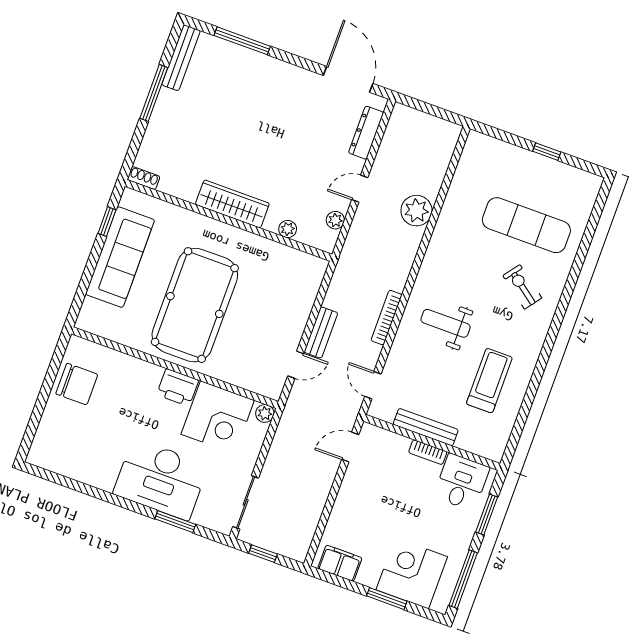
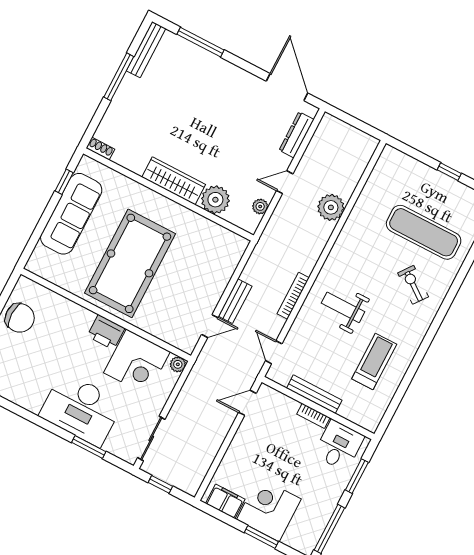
plant: (288, 229) -> (215, 200), width x1.87, depth x1.87
corner desk: (412, 573) -> (269, 509), moved

